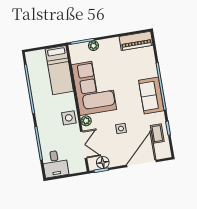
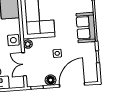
coffee table: (157, 134) -> (88, 61), removed
double door: (84, 145) -> (24, 64), swing flipped
floor lamp: (103, 162) -> (51, 80), moved

